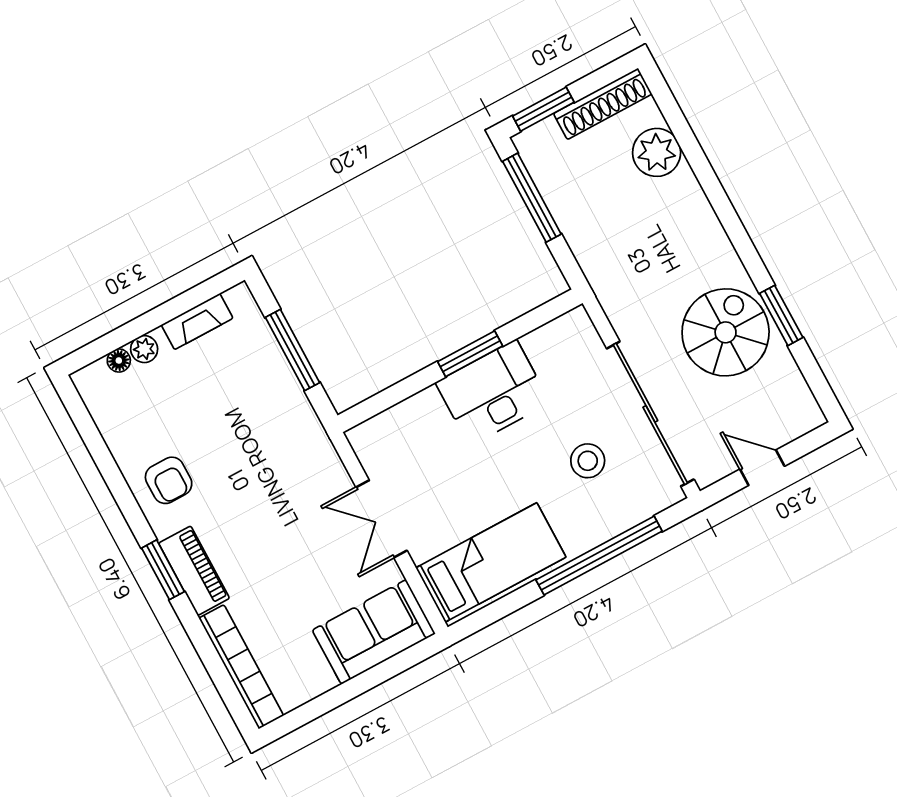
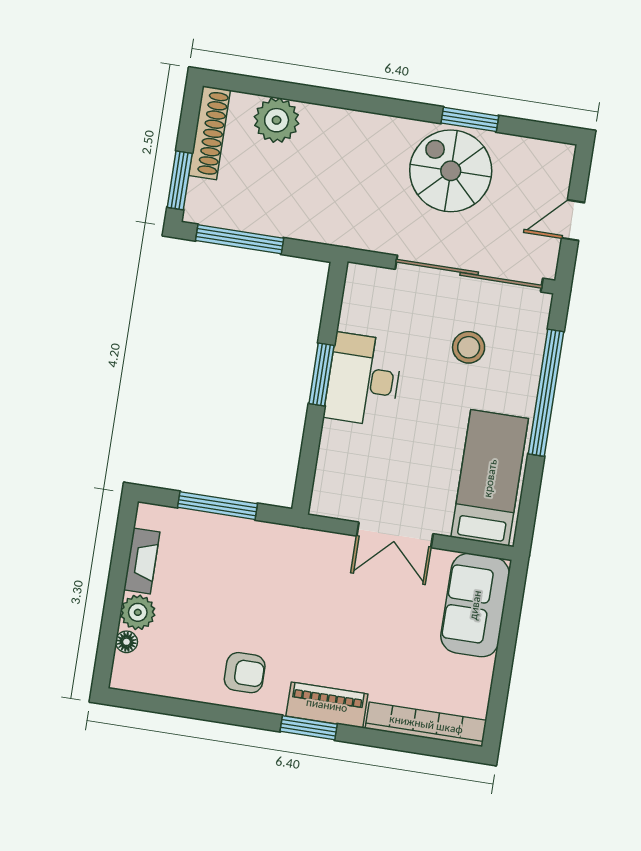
plant: (144, 349) -> (138, 612), width x1.38, depth x1.38

